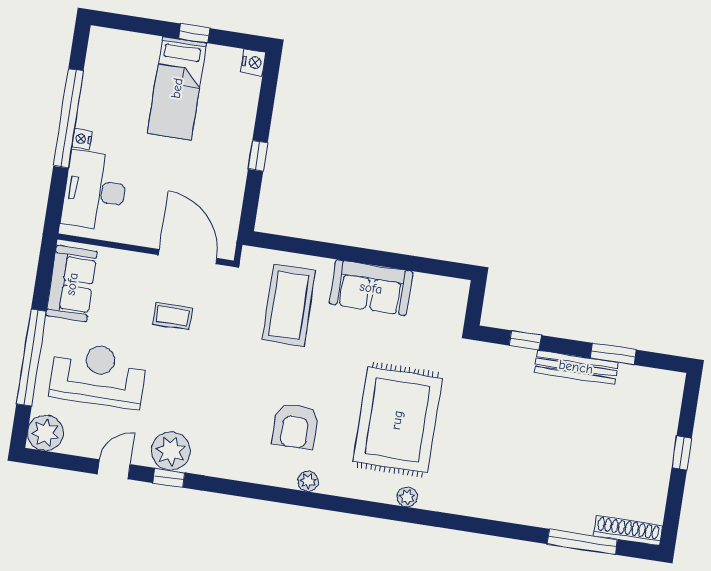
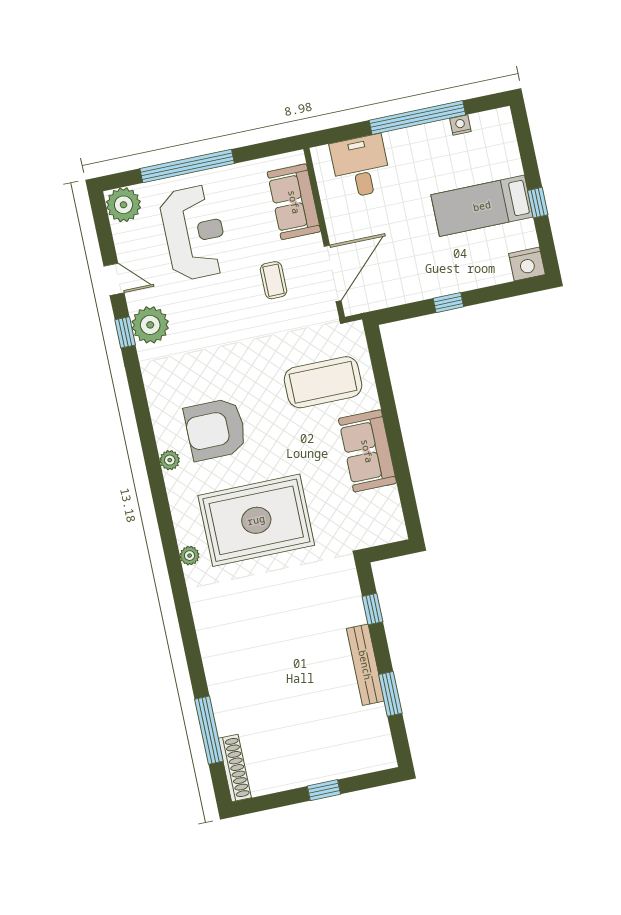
nightstand: (253, 62) -> (527, 264), width x1.36, depth x1.33
nightstand: (82, 139) -> (460, 125), moved
desk: (95, 191) -> (361, 166), width x0.73
sofa: (72, 284) -> (294, 202), moved, turned 90
armchair: (295, 426) -> (215, 429), width x1.36, depth x1.36

